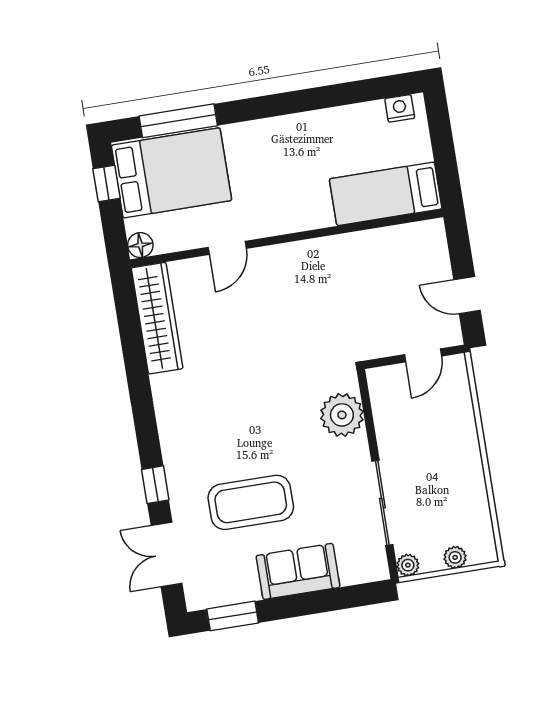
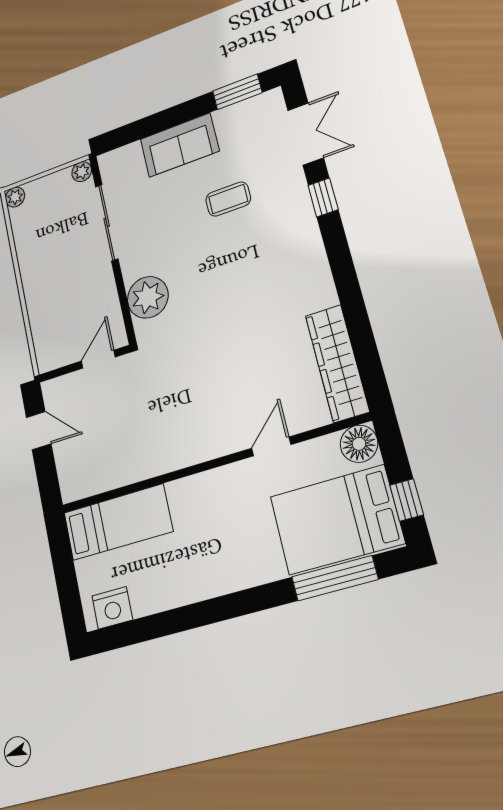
nightstand: (400, 108) -> (112, 608), width x1.36, depth x1.33
floor lamp: (140, 245) -> (359, 444), width x1.38, depth x1.38
door: (423, 355) -> (98, 359), moved
coffee table: (251, 502) -> (228, 199), width x0.54, depth x0.58
plant: (455, 557) -> (15, 197), moved

